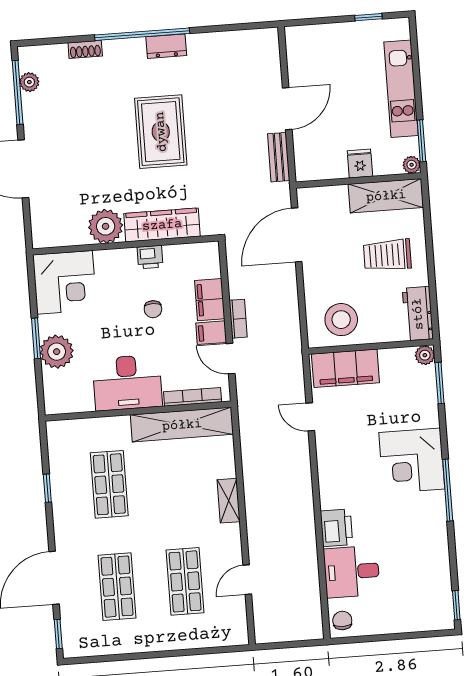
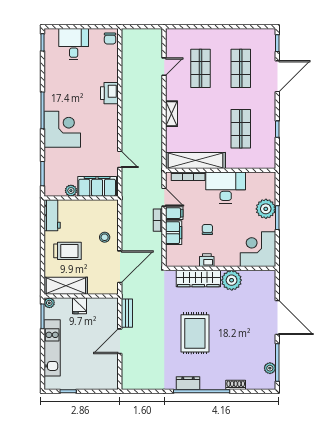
stool: (341, 320) -> (105, 237), moved, width x0.53, depth x0.53
plant: (425, 355) -> (71, 191), moved
desk: (352, 572) -> (74, 44), moved, turned -90

